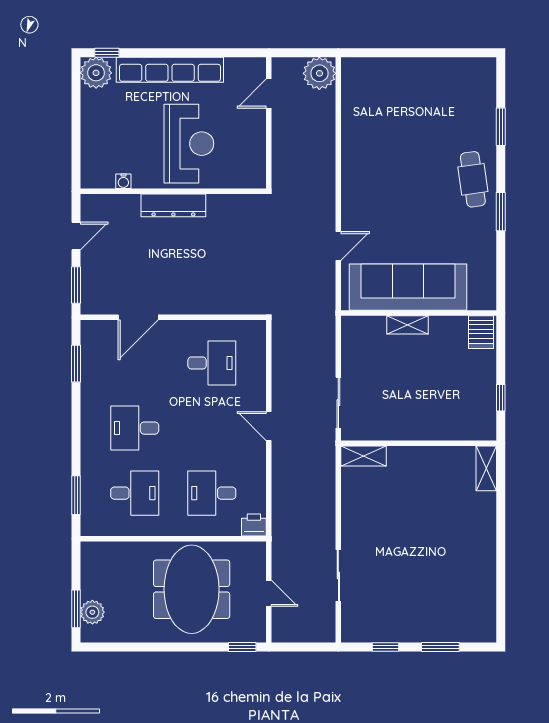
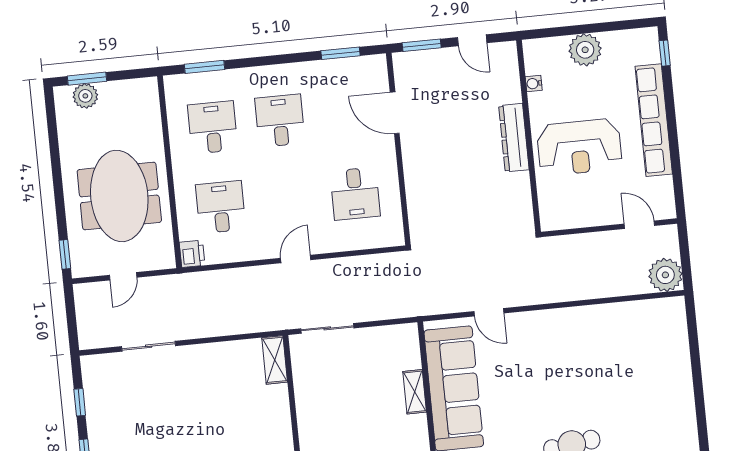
plant: (96, 73) -> (585, 50), moved
desk: (135, 493) -> (213, 127), turned 180
meeting table: (192, 589) -> (119, 196), turned 90

